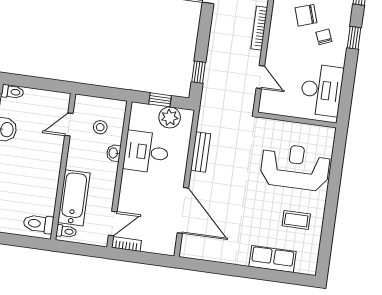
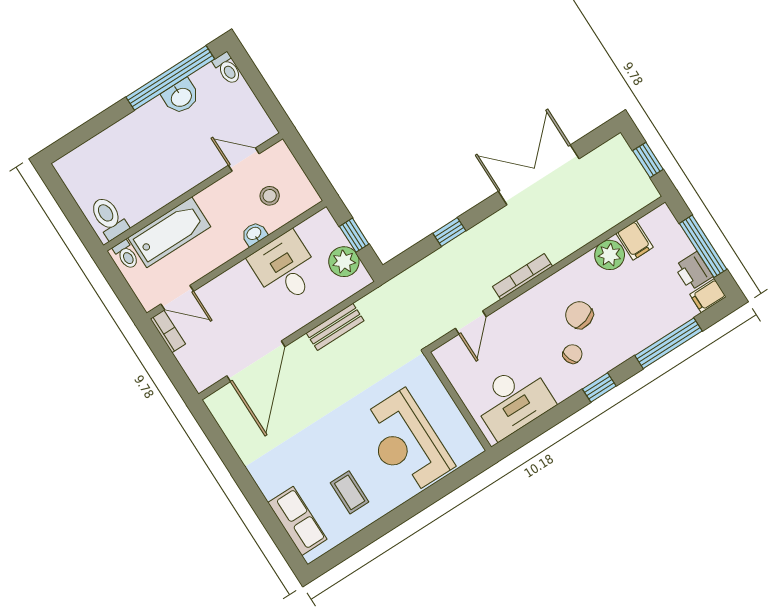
window: (199, 72) -> (449, 232), moved
reception desk: (295, 167) -> (406, 442), turned 180
row of seats: (272, 259) -> (297, 521), moved

